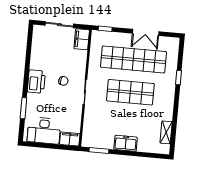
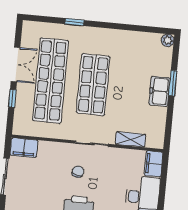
window: (105, 29) -> (12, 98), moved
shelving: (166, 132) -> (131, 139), moved
plant: (165, 149) -> (168, 40), added
window: (99, 150) -> (173, 83), moved

